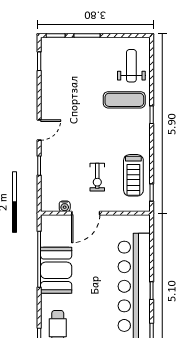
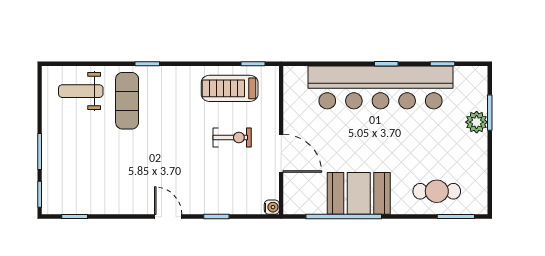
treadmill: (133, 175) -> (230, 88), turned 180
water cooler: (65, 206) -> (272, 207), moved

